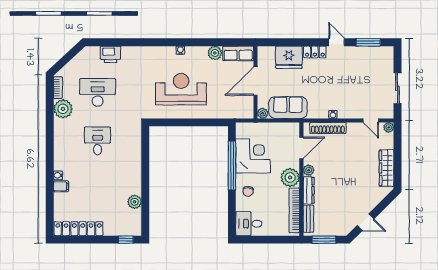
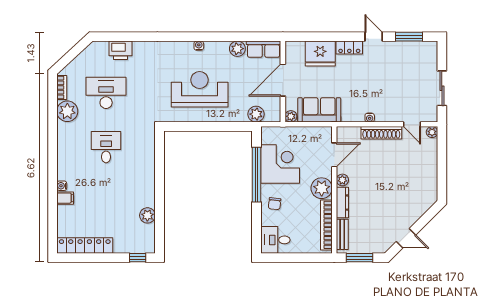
plant: (231, 111) -> (256, 114), added
shoe rack: (328, 128) -> (381, 133), moved
wardrobe: (387, 168) -> (430, 178), removed

